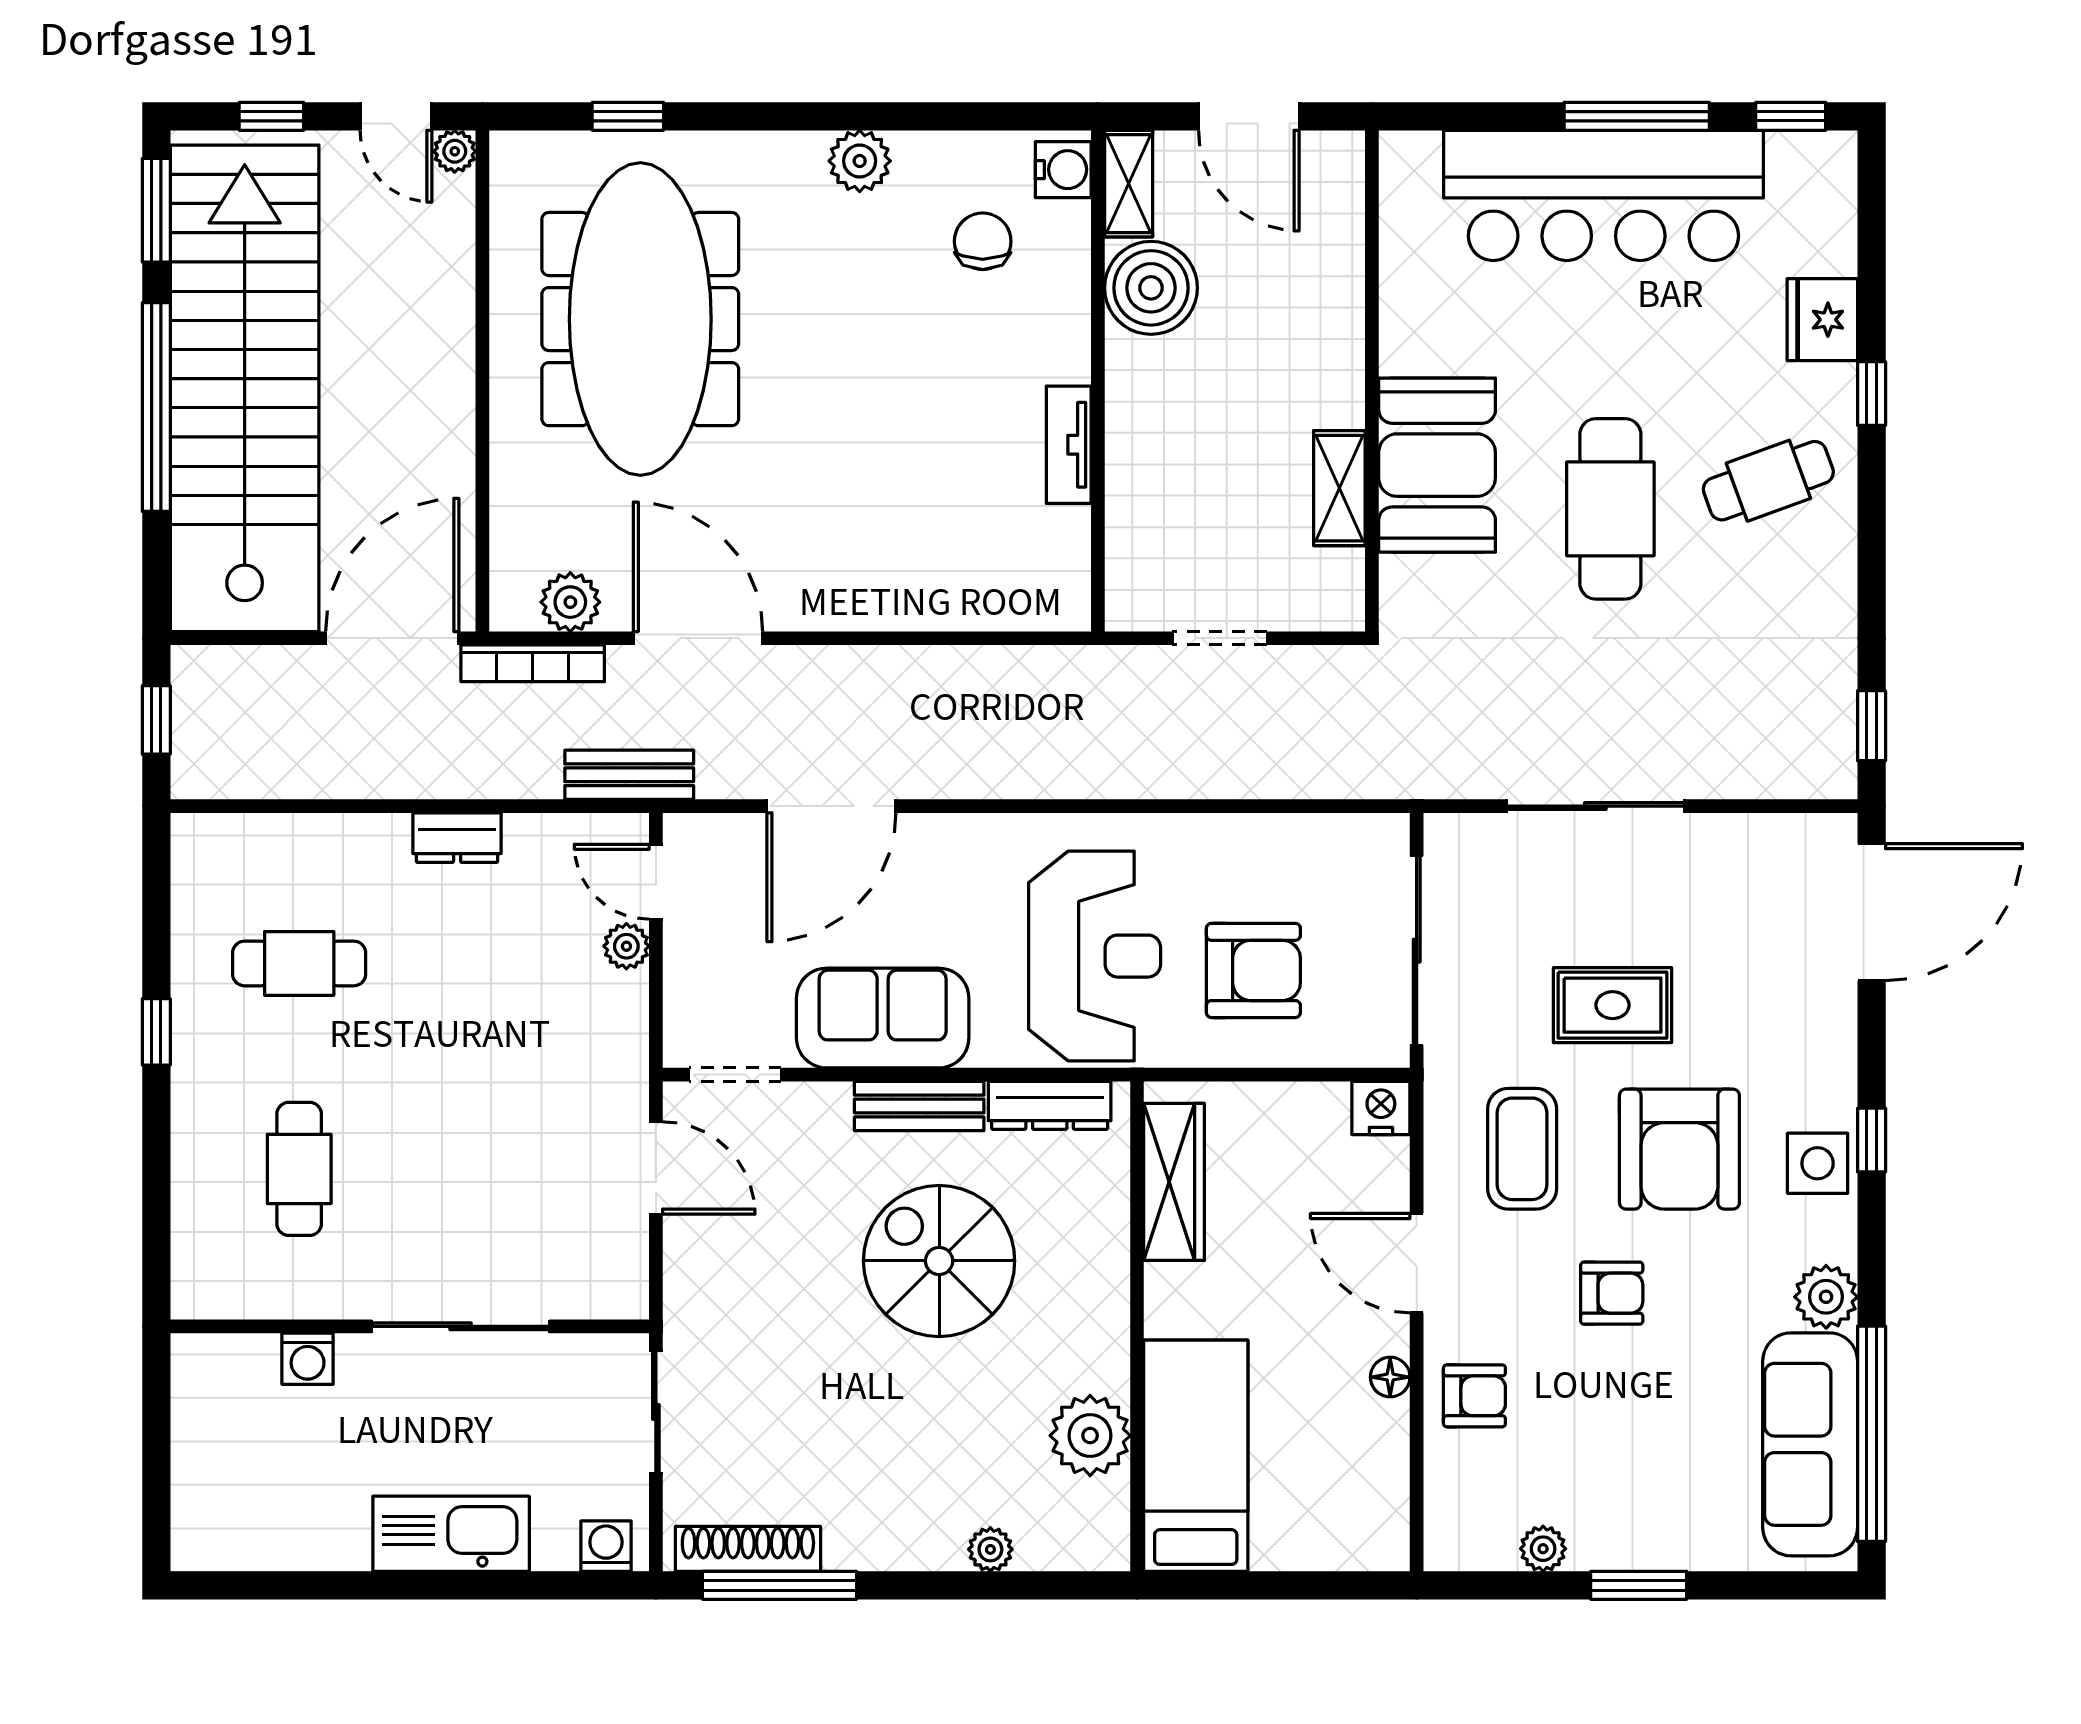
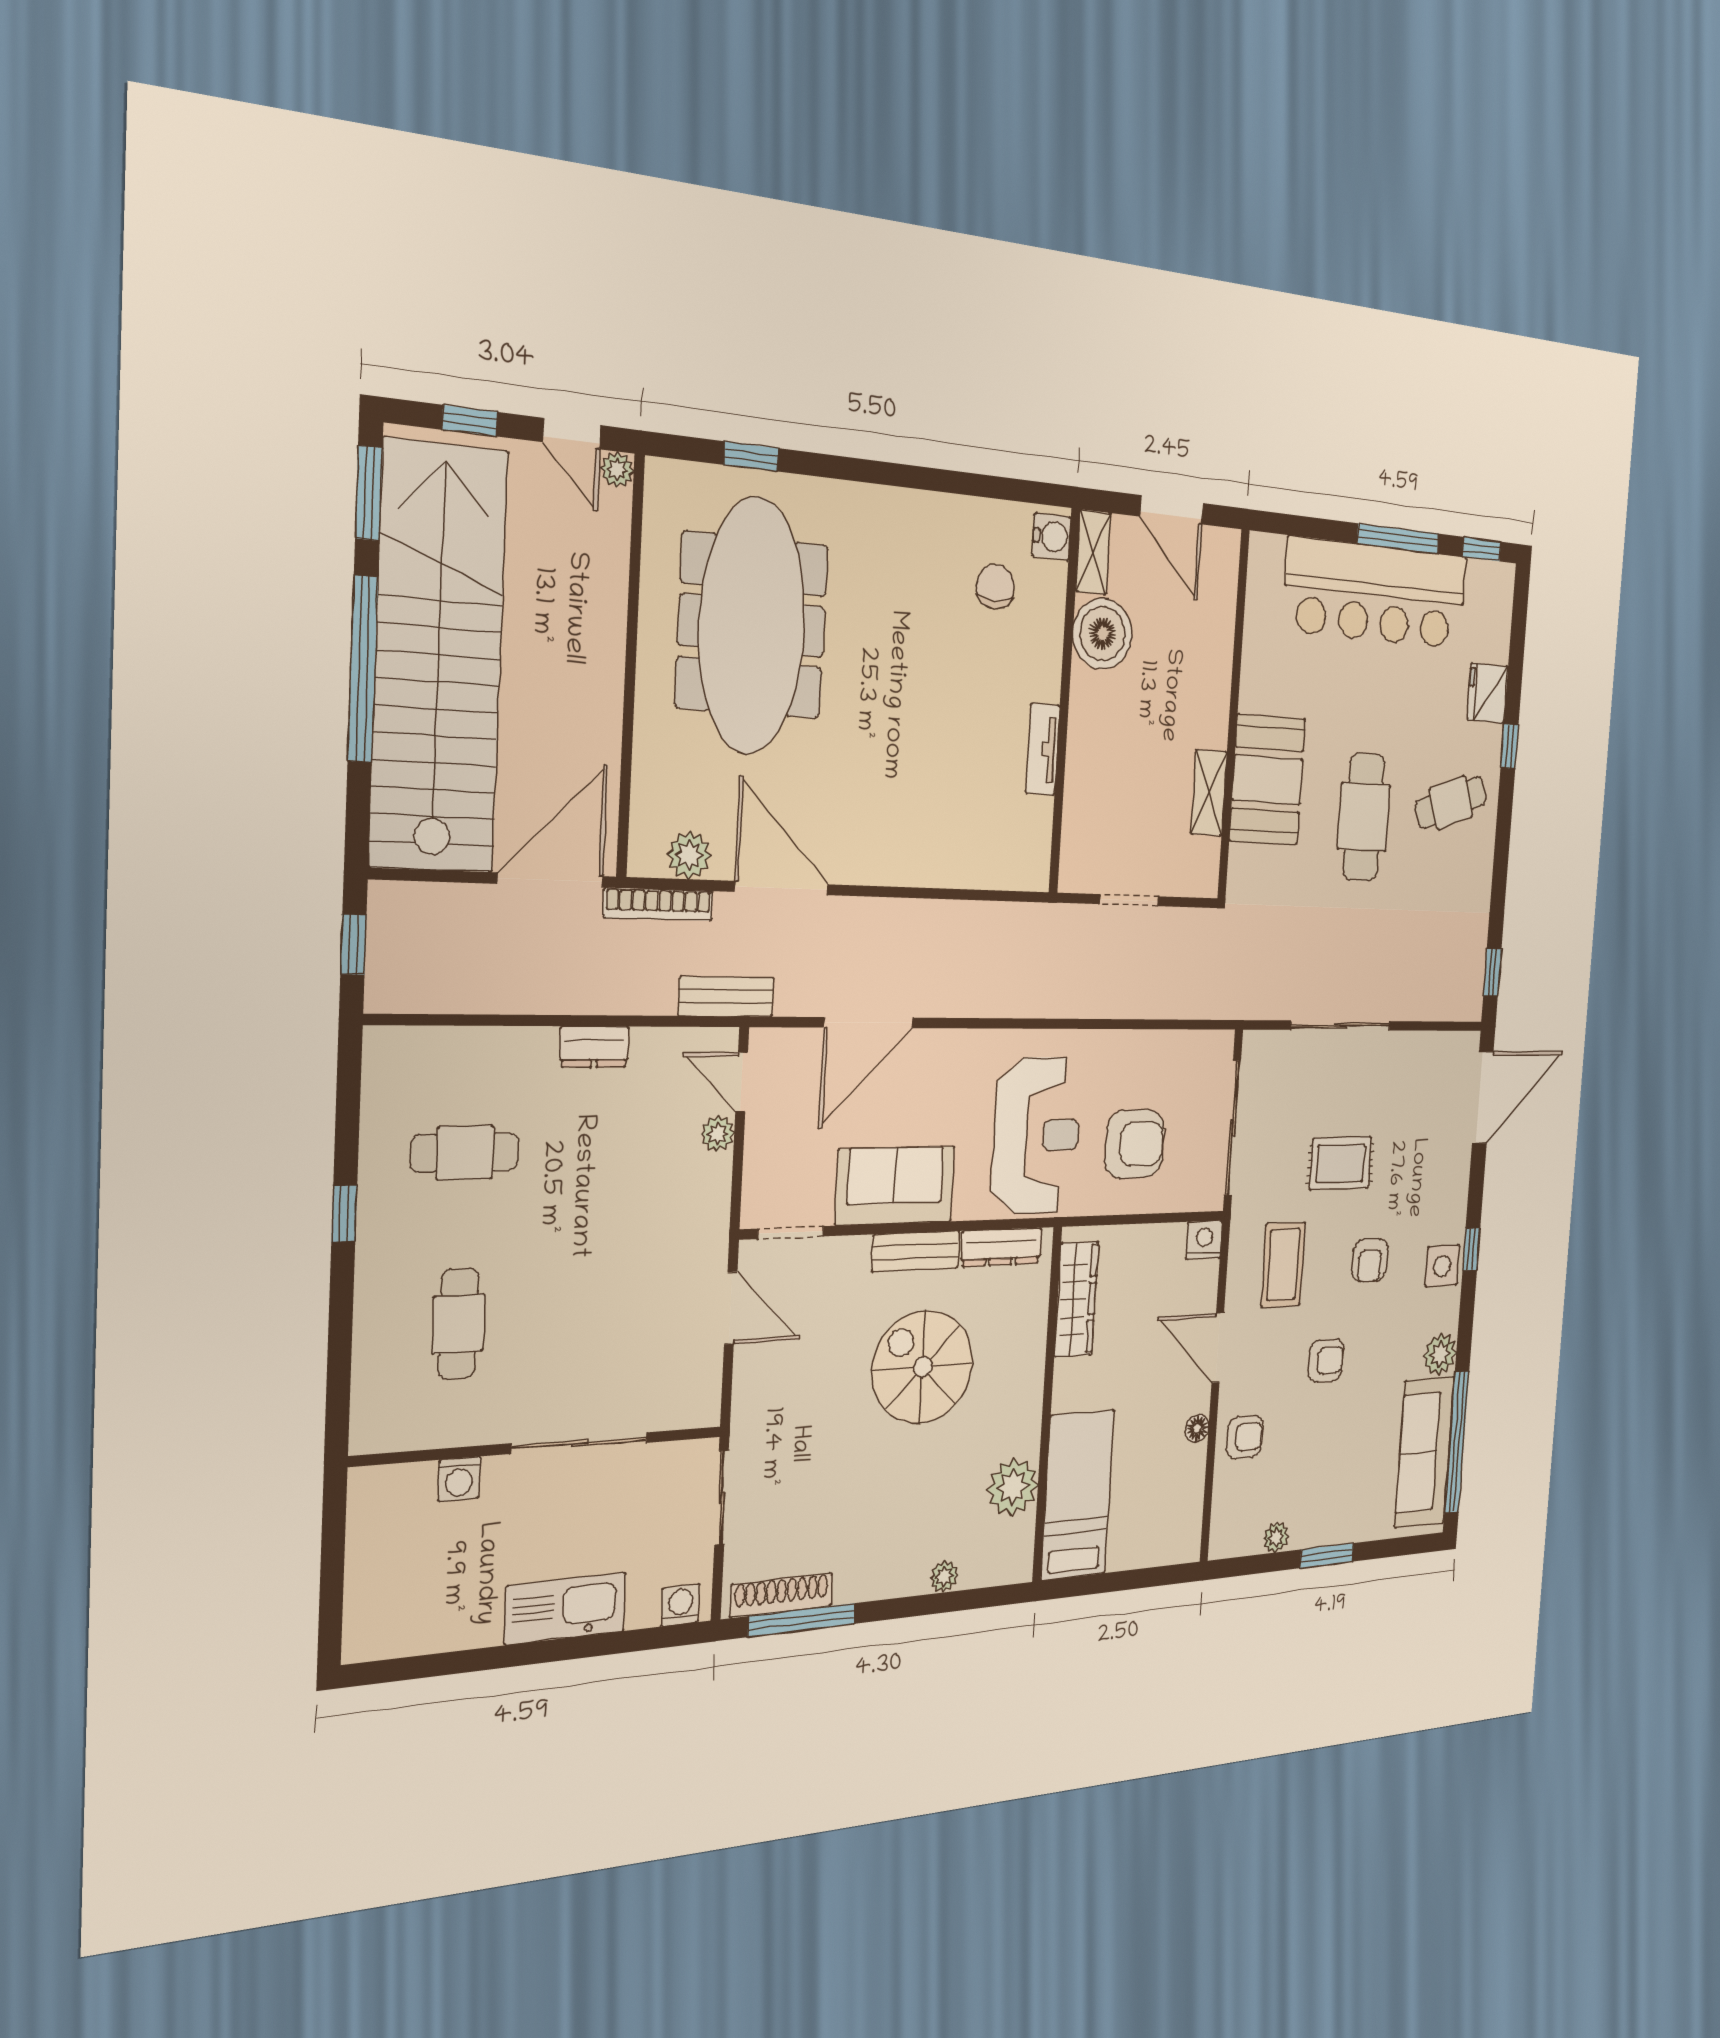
plant: (860, 161) -> (915, 514), removed
armchair: (1679, 1149) -> (1370, 1260), width x0.53, depth x0.53

